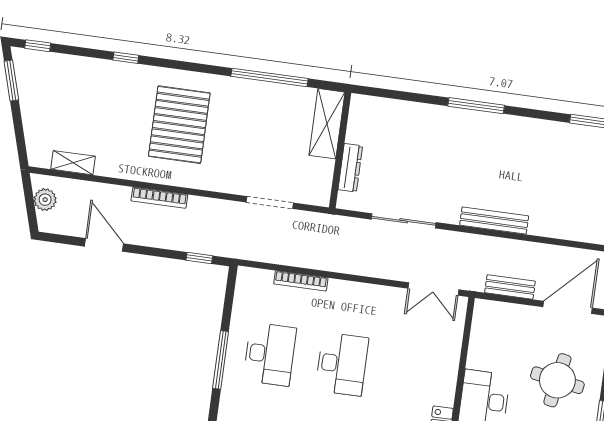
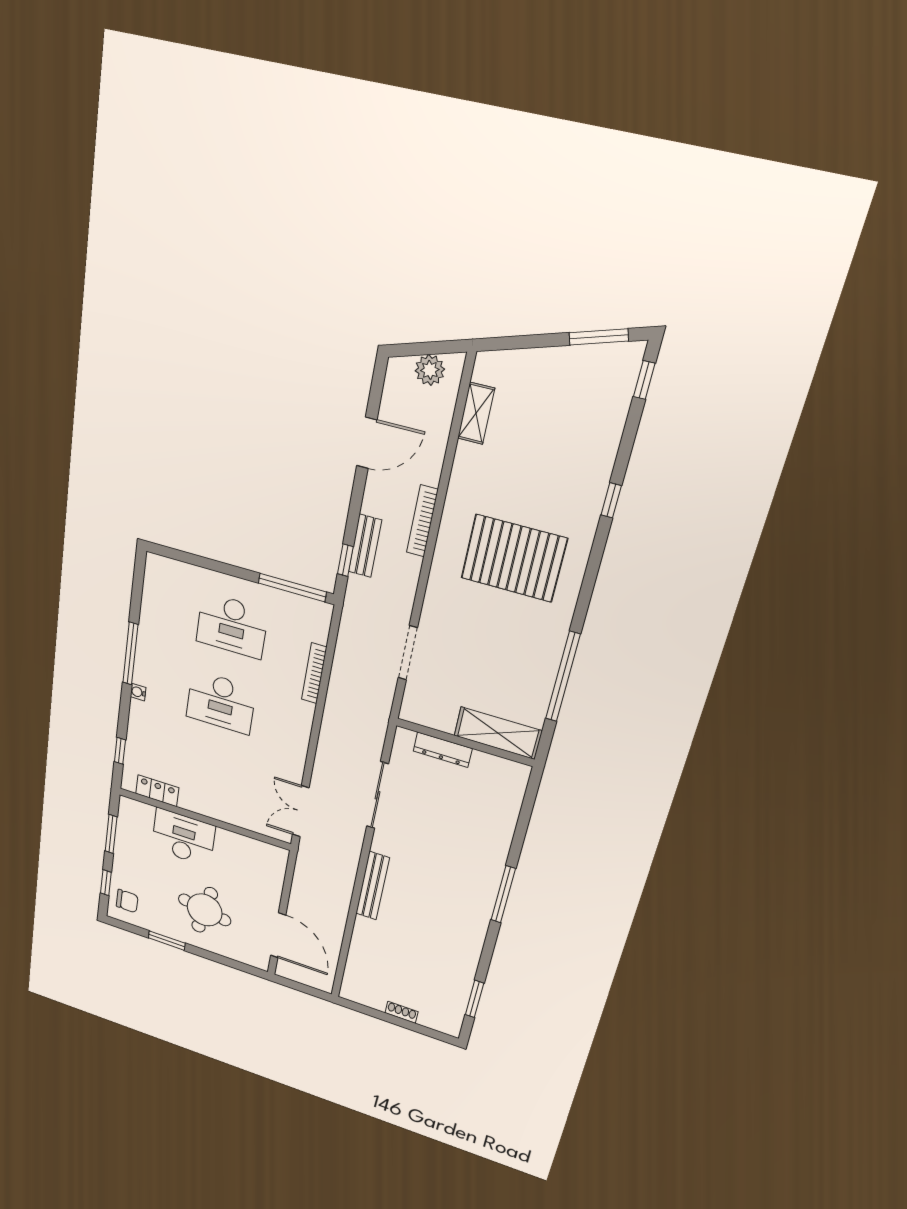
bench: (510, 287) -> (365, 546), moved
window: (221, 360) -> (292, 587), moved

